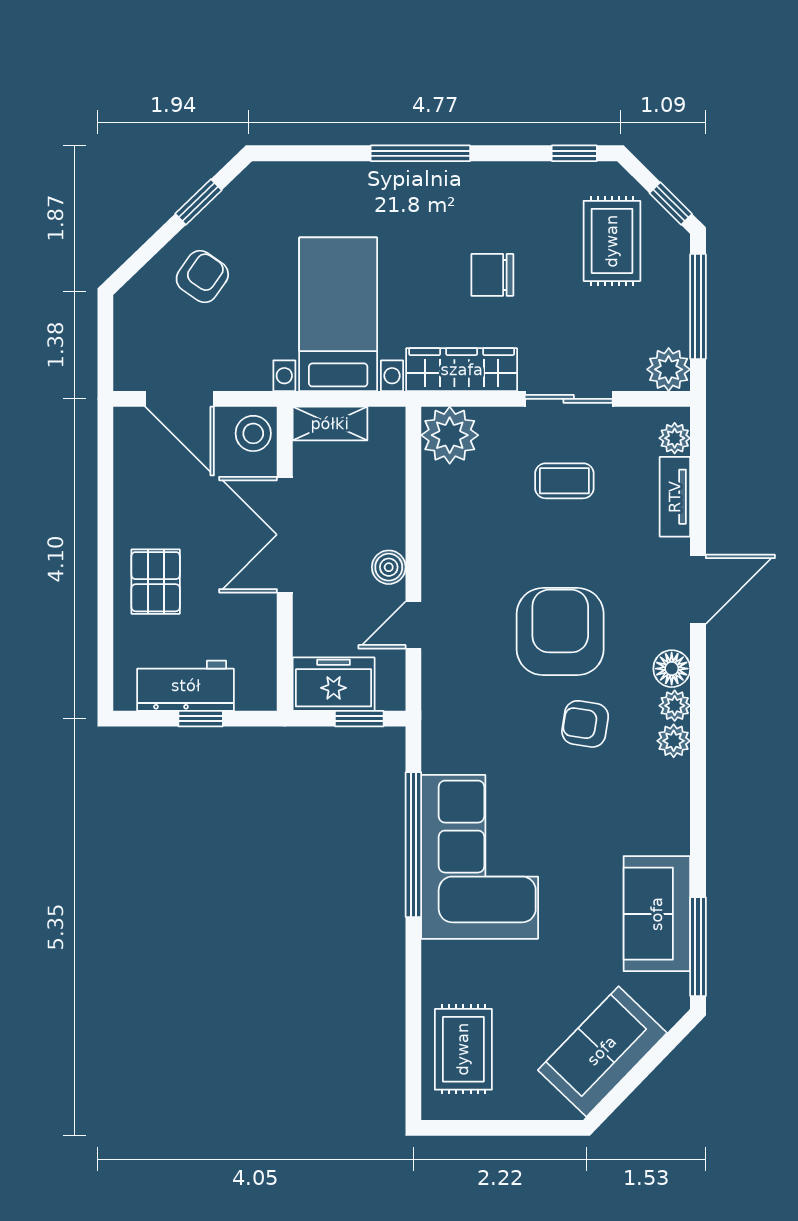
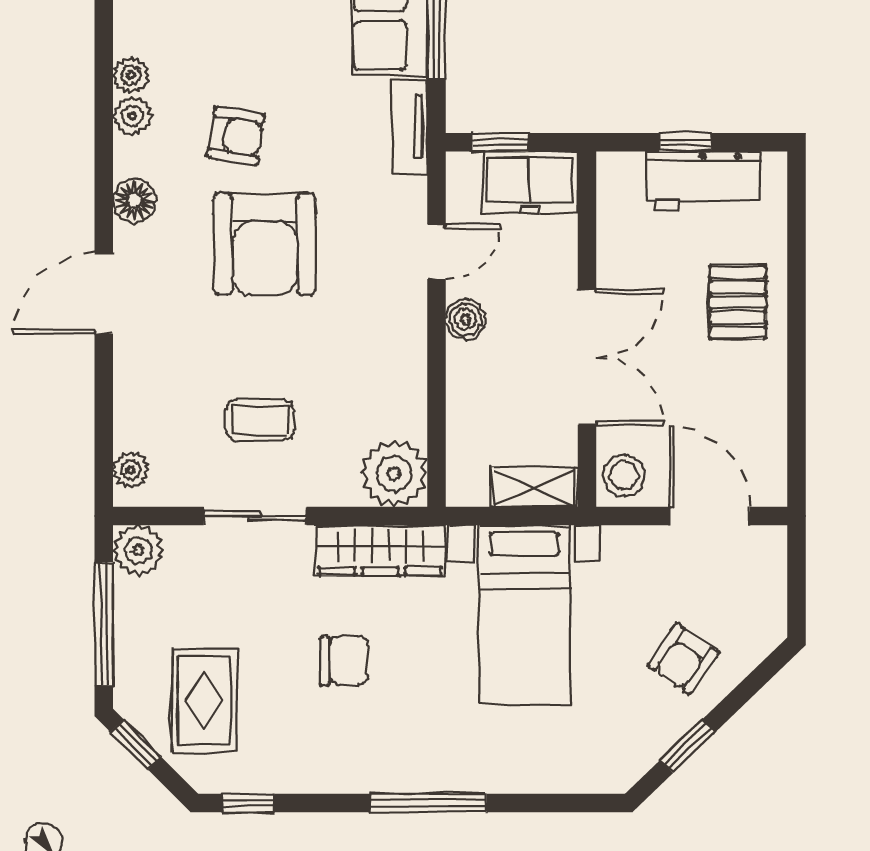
tv unit: (675, 497) -> (410, 127), moved, turned 180
plant: (675, 706) -> (131, 75), moved

